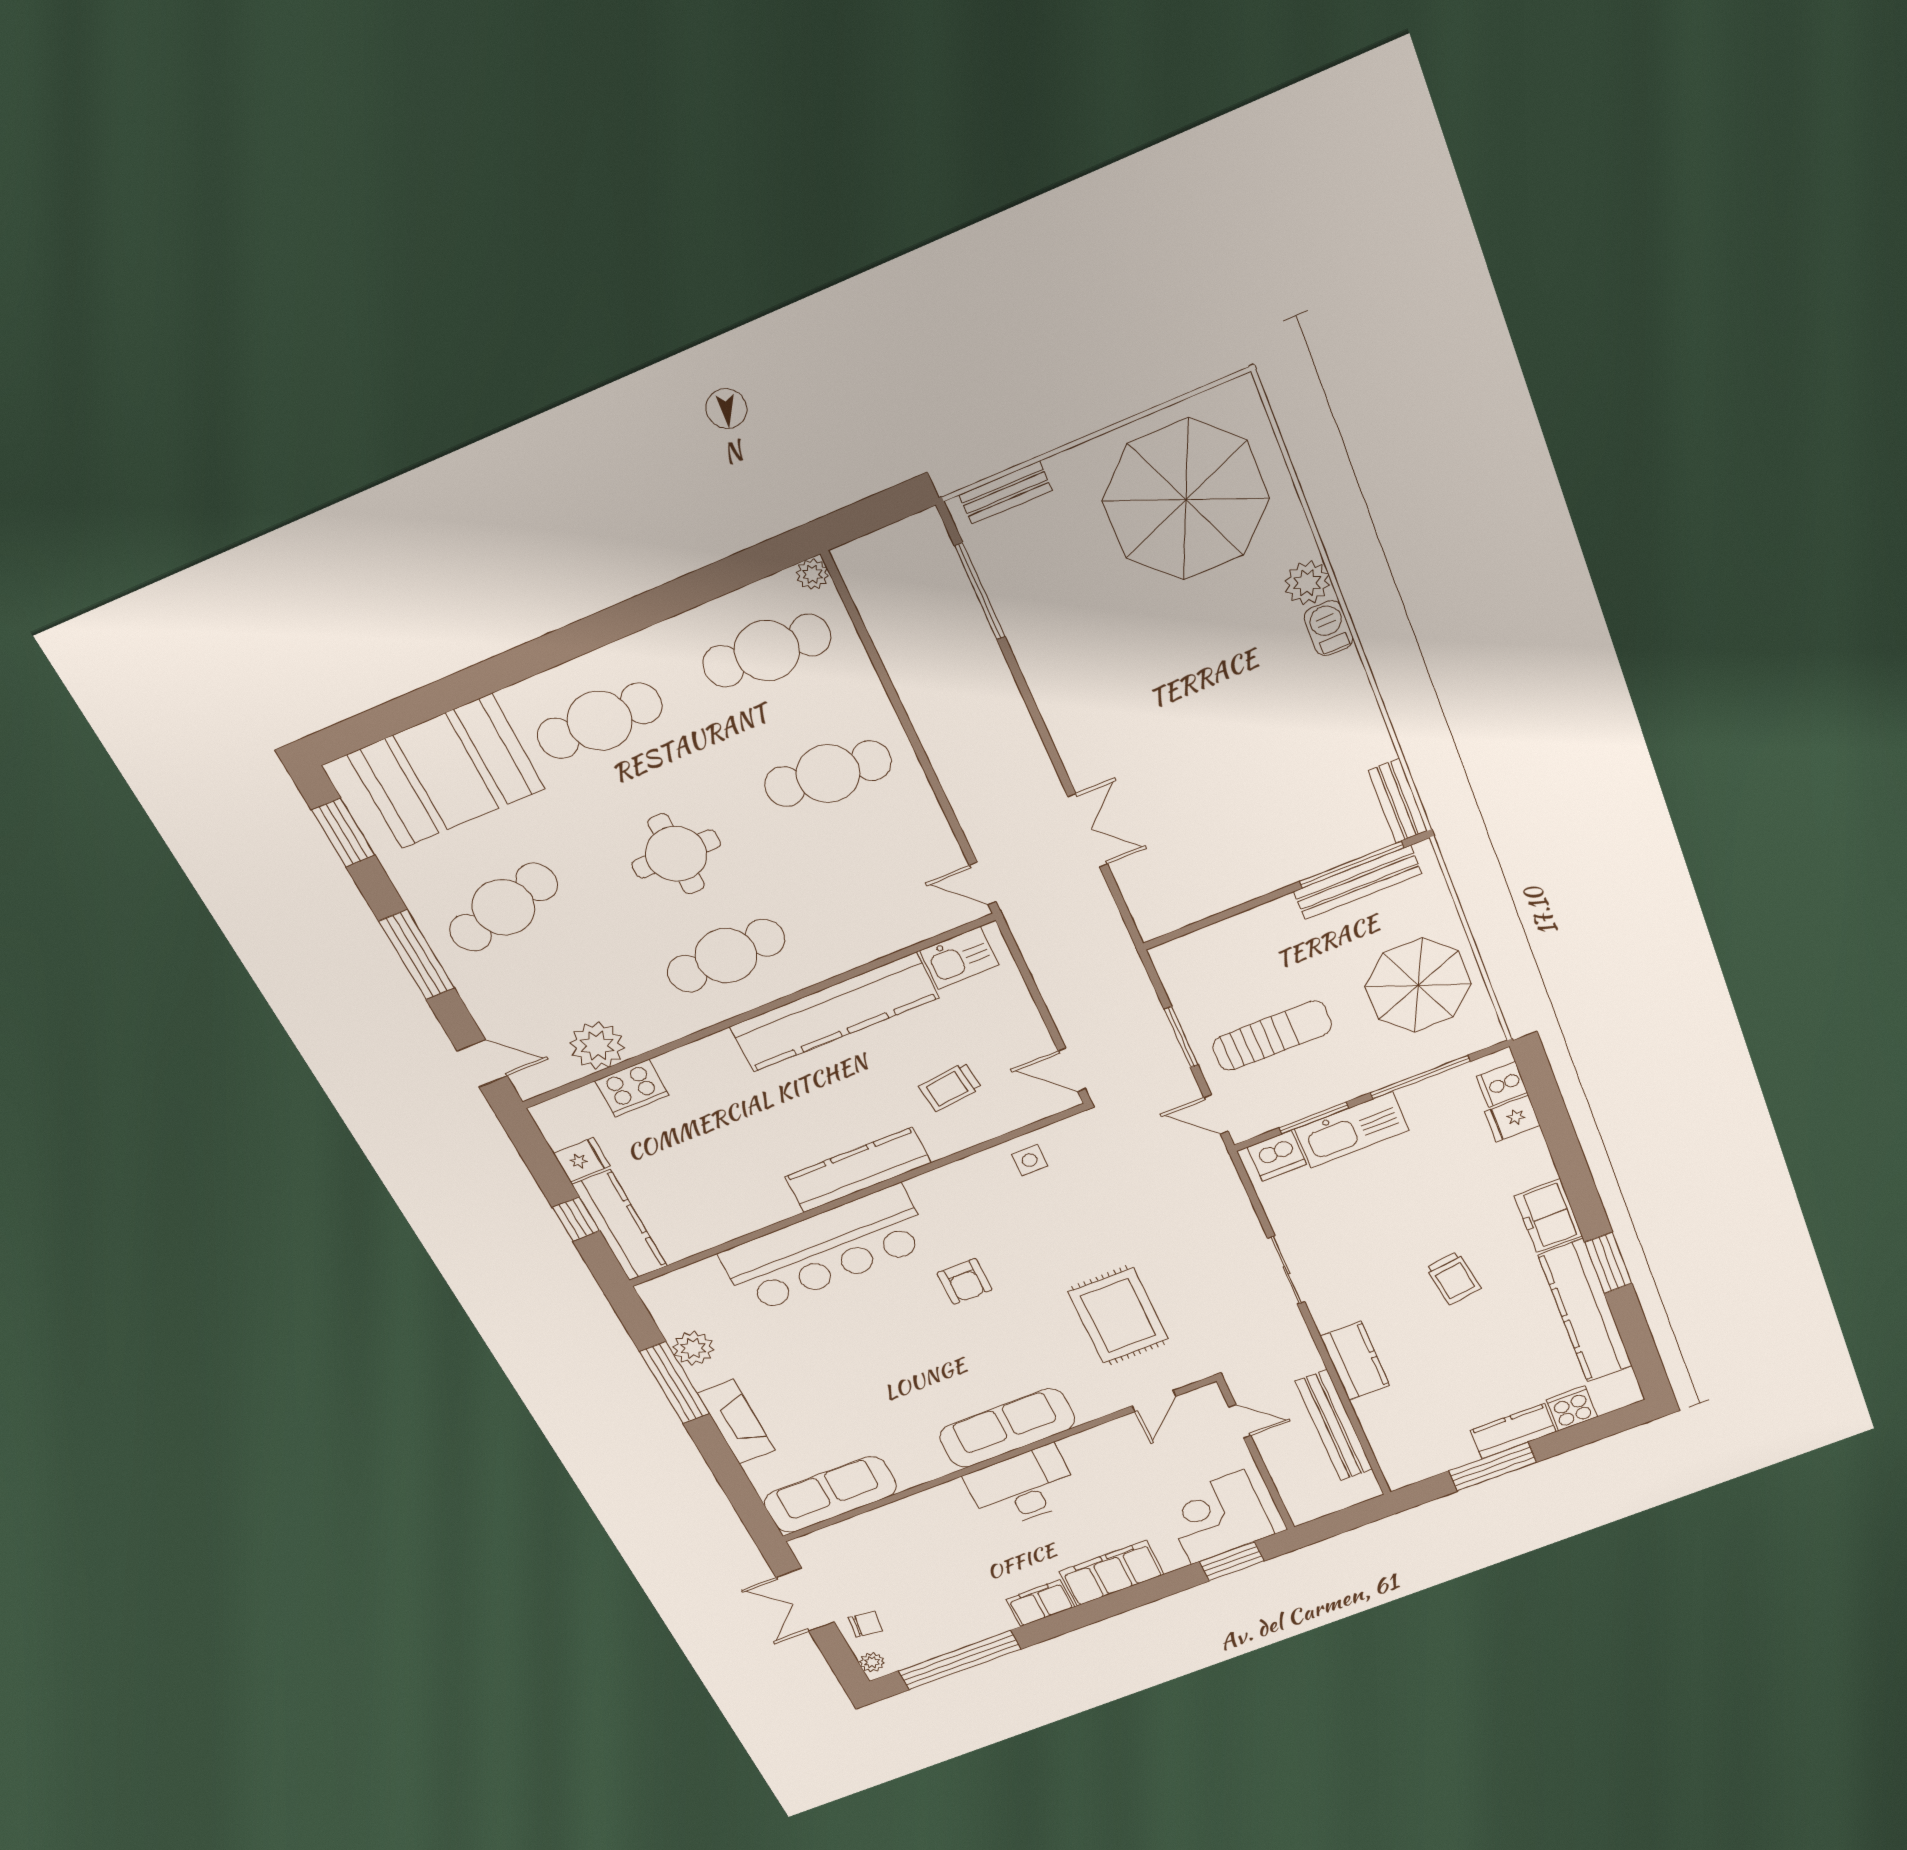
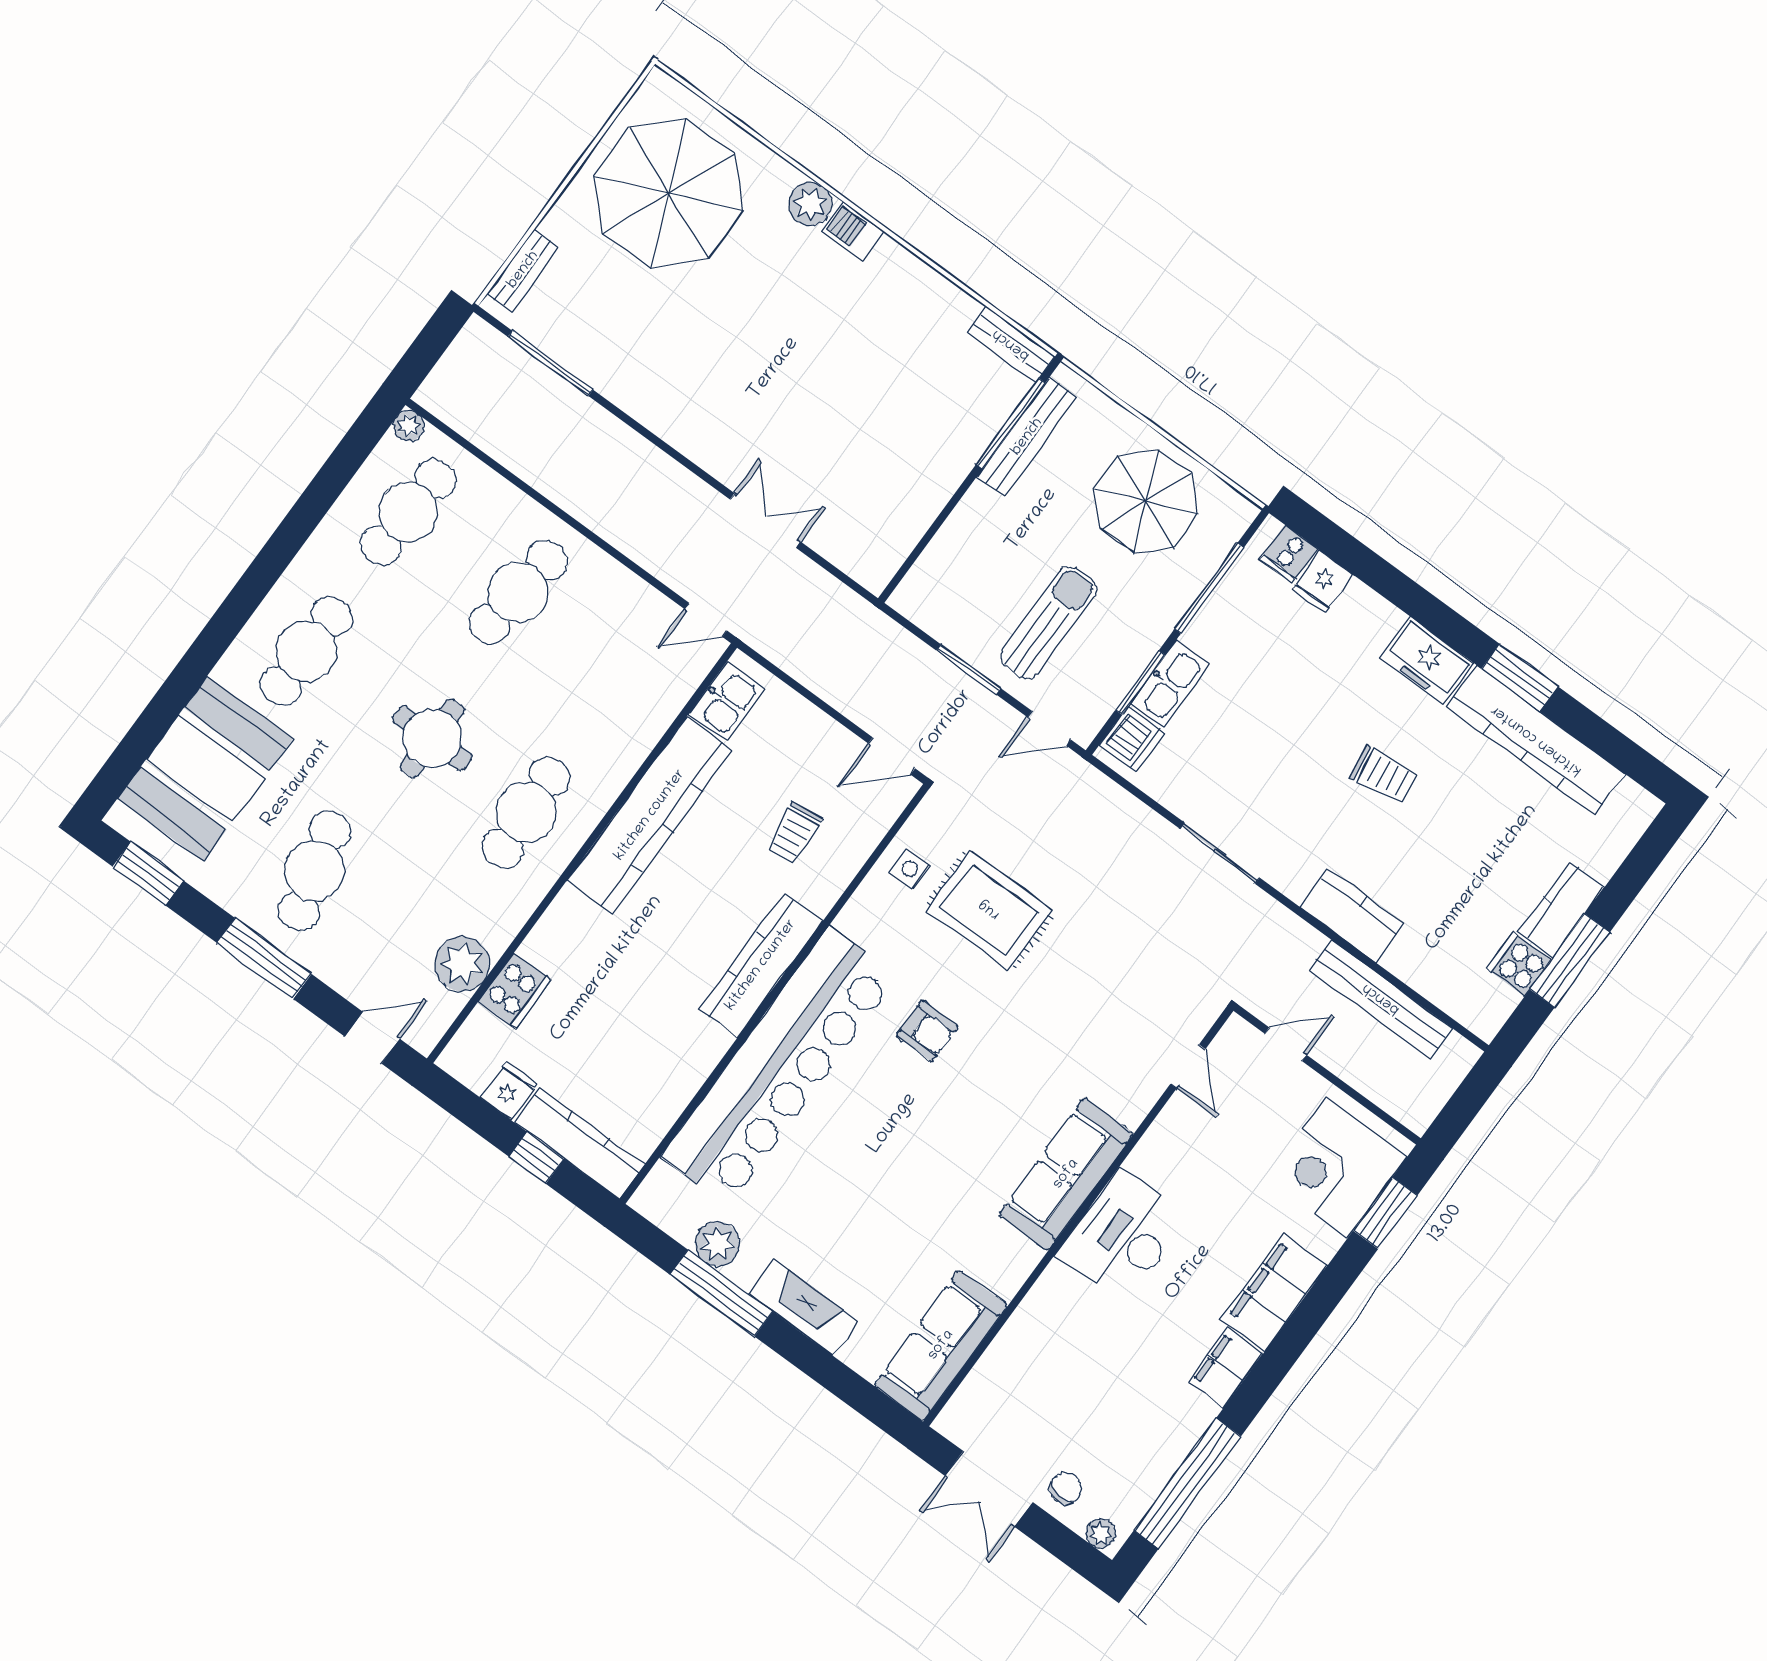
kitchen sink: (1352, 1130) -> (1170, 684), width x0.73, depth x0.81
bar counter: (825, 1249) -> (779, 1066), width x1.36
rug: (1118, 1316) -> (989, 910), moved
cooker: (1572, 1408) -> (1519, 964), moved

